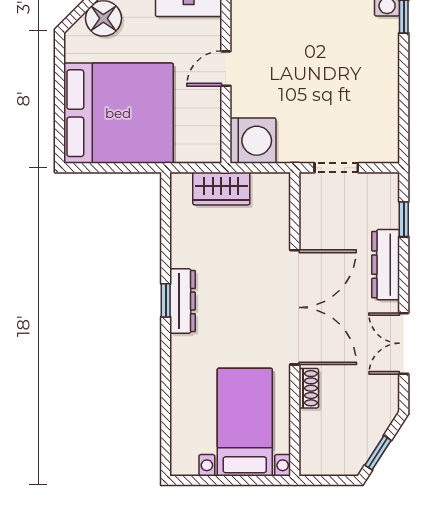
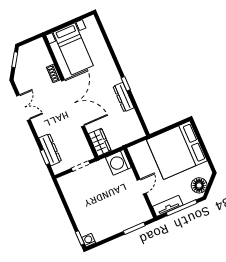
wardrobe: (221, 189) -> (100, 142), moved, turned 90
dresser: (386, 265) -> (50, 150), moved
dresser: (183, 301) -> (123, 97), moved
double door: (295, 307) -> (73, 103), swing flipped

